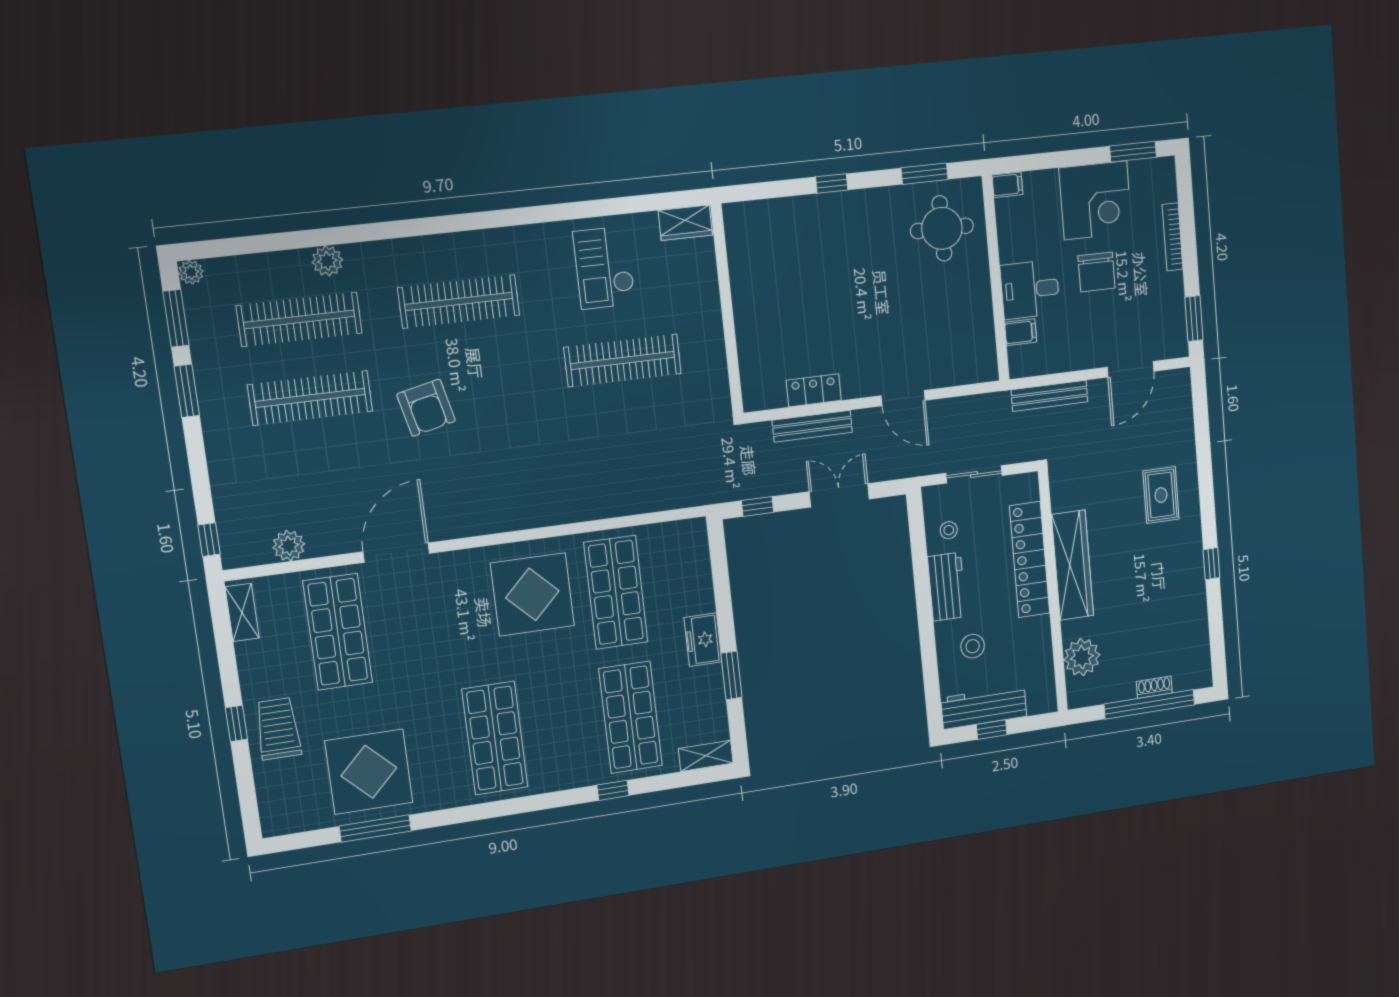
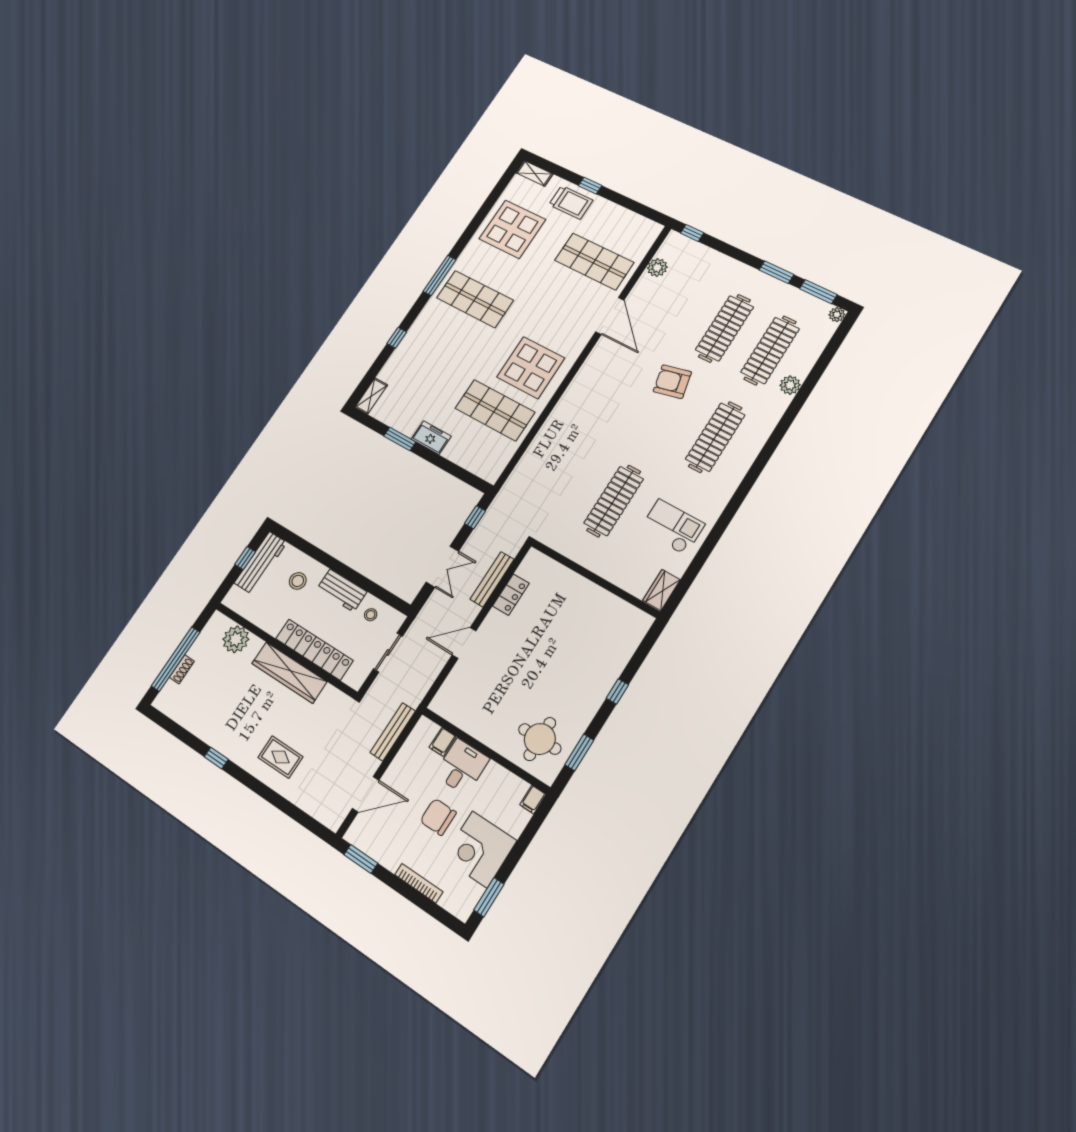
door: (1130, 369) -> (366, 794), swing flipped
shelving: (242, 612) -> (534, 173), moved
shop shelf: (631, 717) -> (425, 372), removed
window: (375, 828) -> (439, 276), moved

